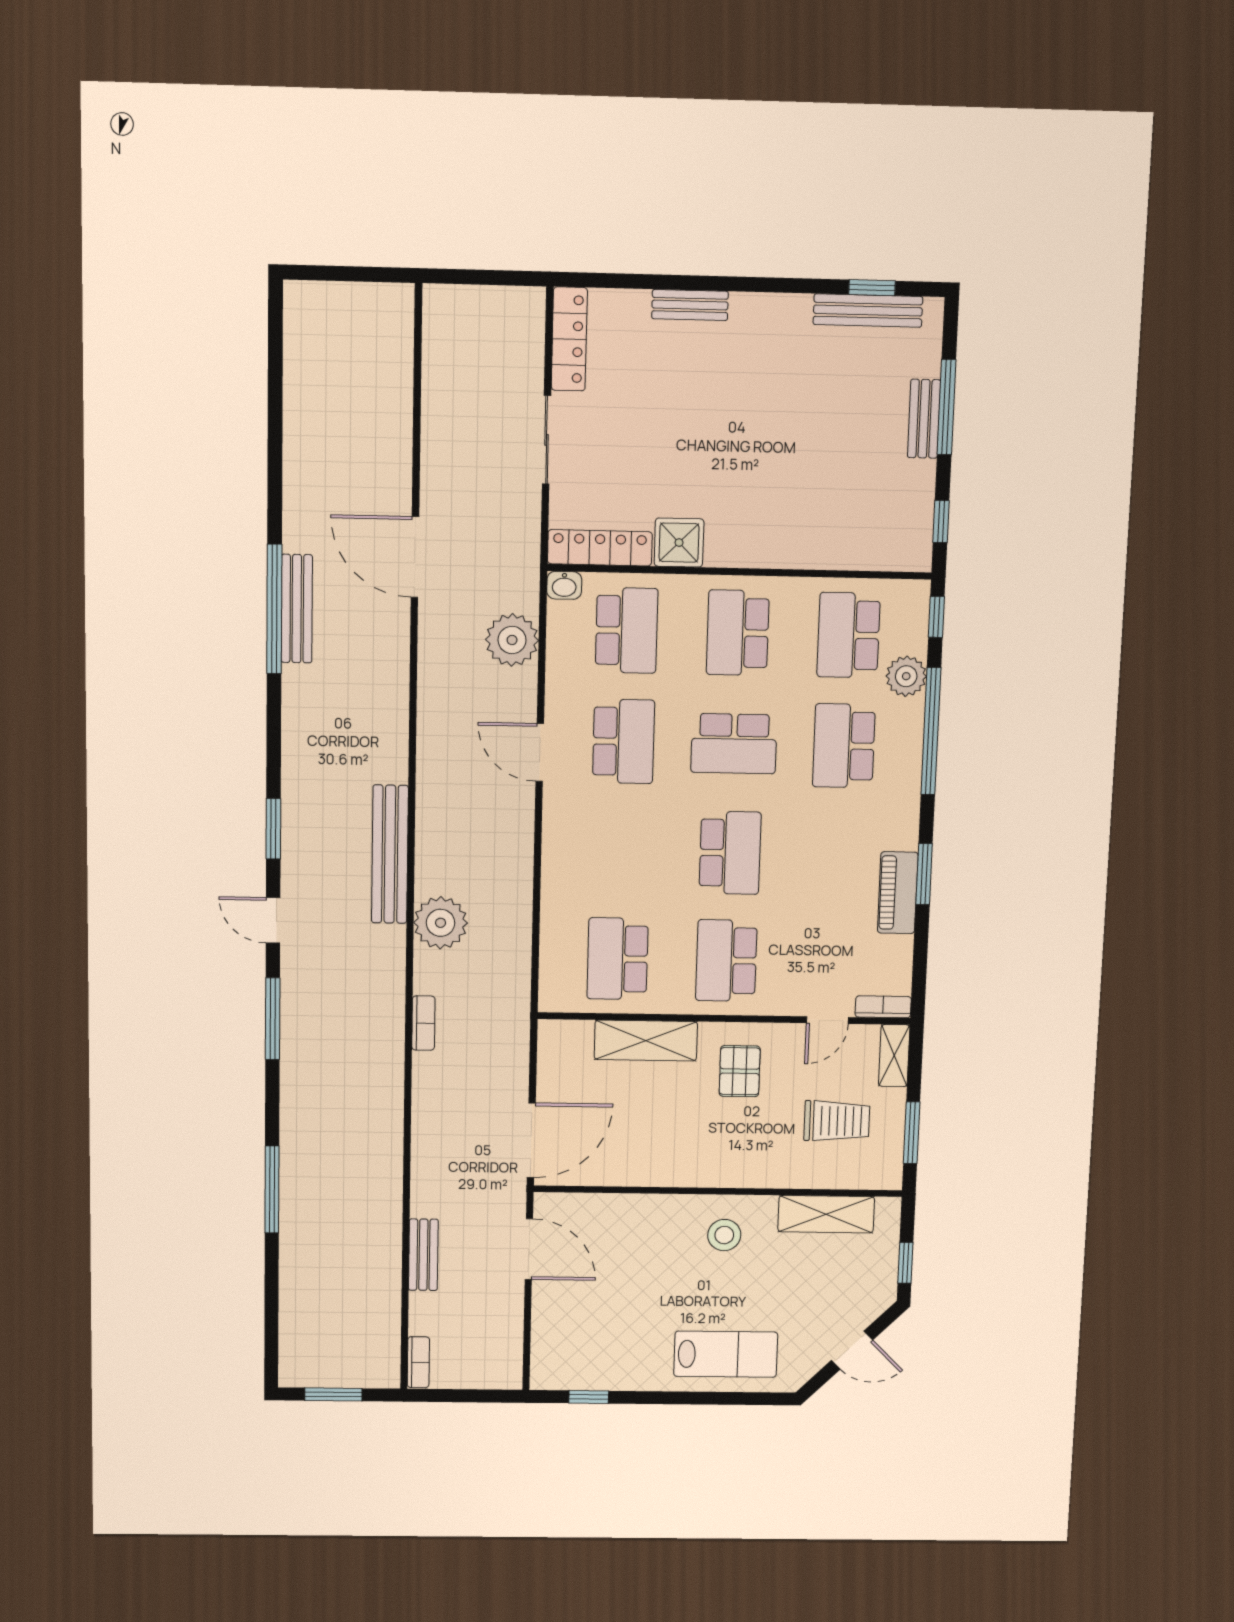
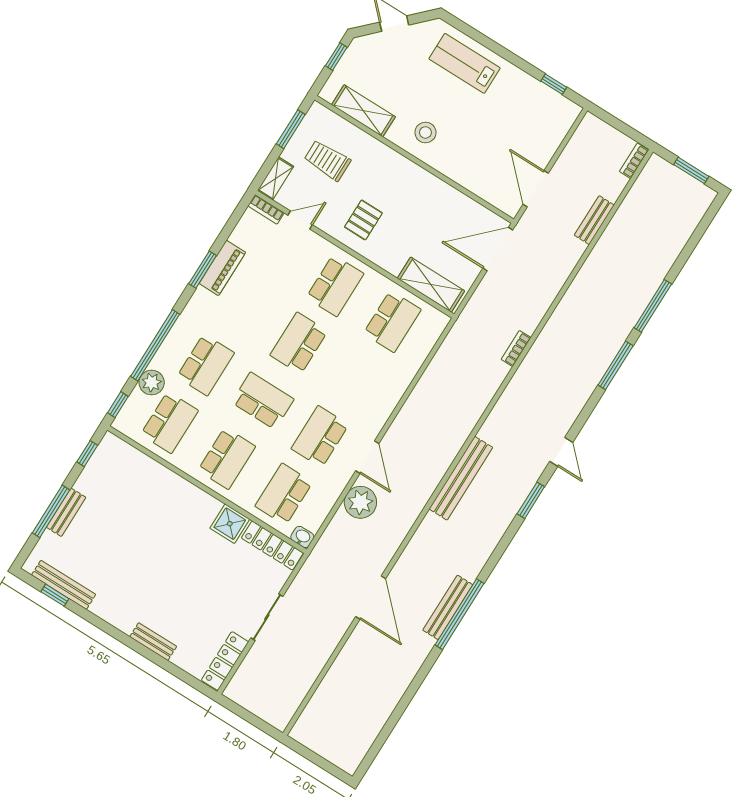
plant: (512, 640) -> (360, 502), moved
bench: (390, 854) -> (461, 478), moved
plant: (441, 923) -> (474, 397), removed
window: (273, 1019) -> (616, 365), moved
shelving: (646, 1040) -> (431, 285), moved

